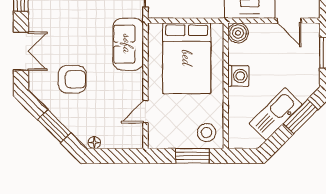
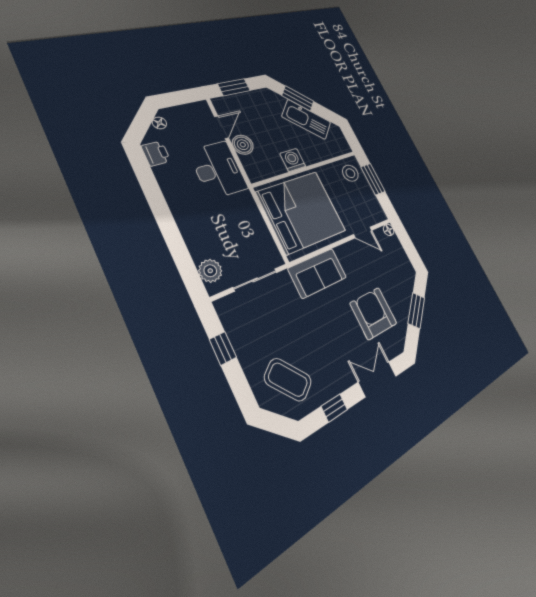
boiler: (238, 33) -> (243, 145), moved
bed: (187, 58) -> (302, 212), width x1.36
armchair: (72, 79) -> (373, 313), width x1.36, depth x1.36
floor lamp: (94, 143) -> (389, 230), moved

